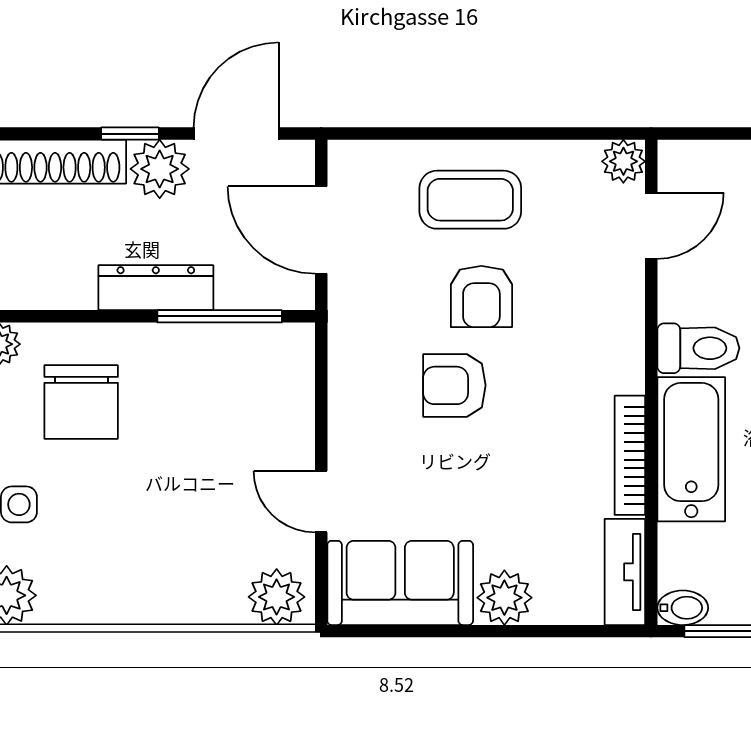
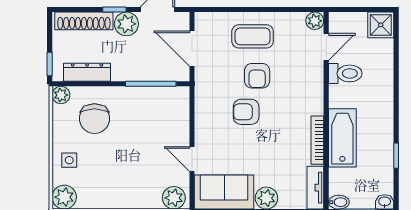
dresser: (156, 288) -> (87, 72), moved
toilet: (698, 348) -> (345, 73), moved

